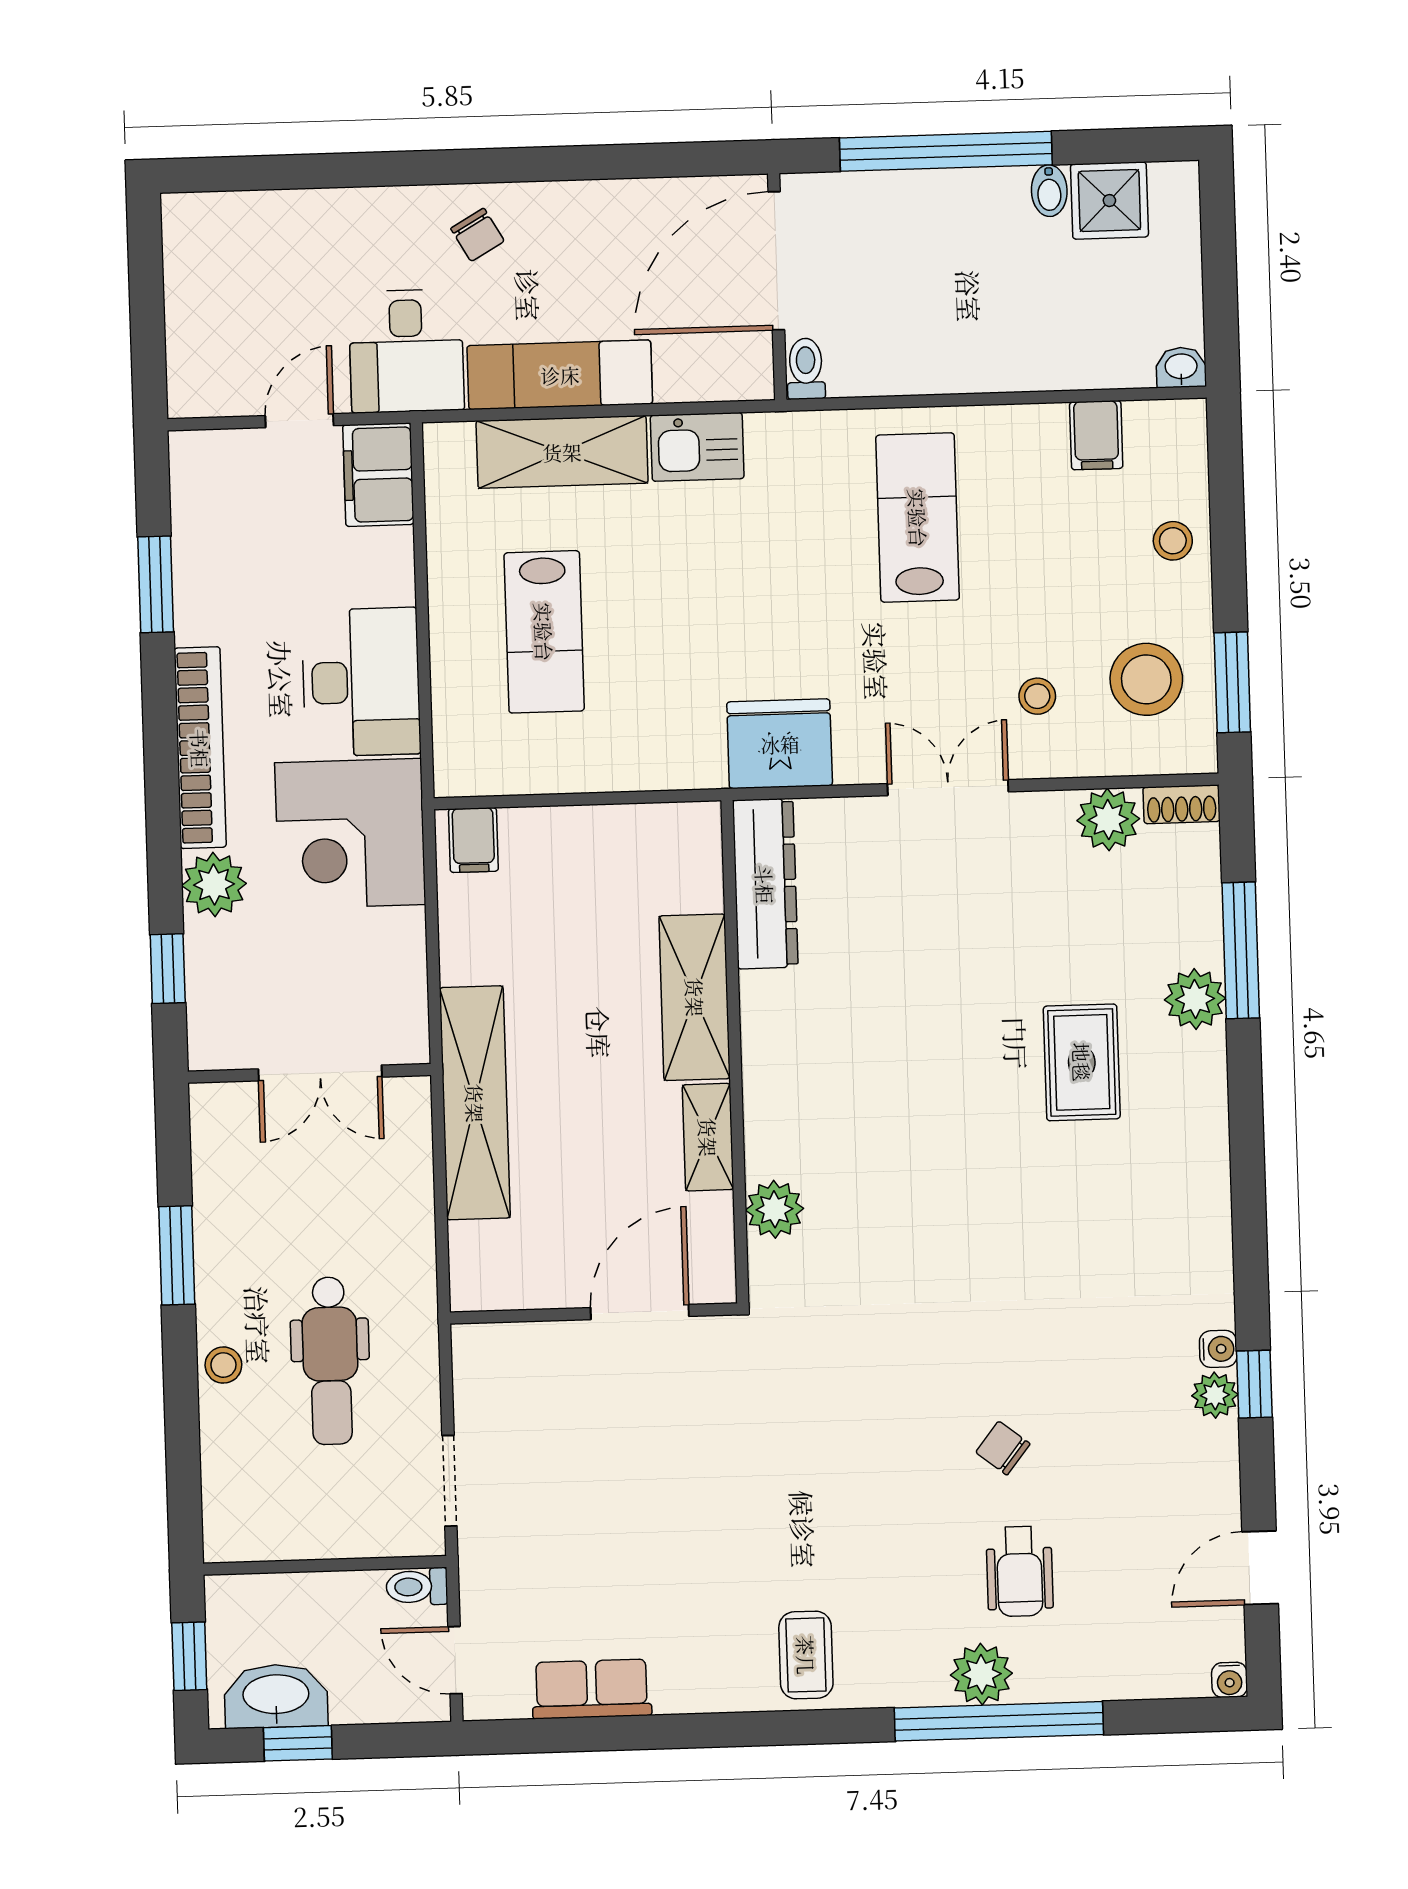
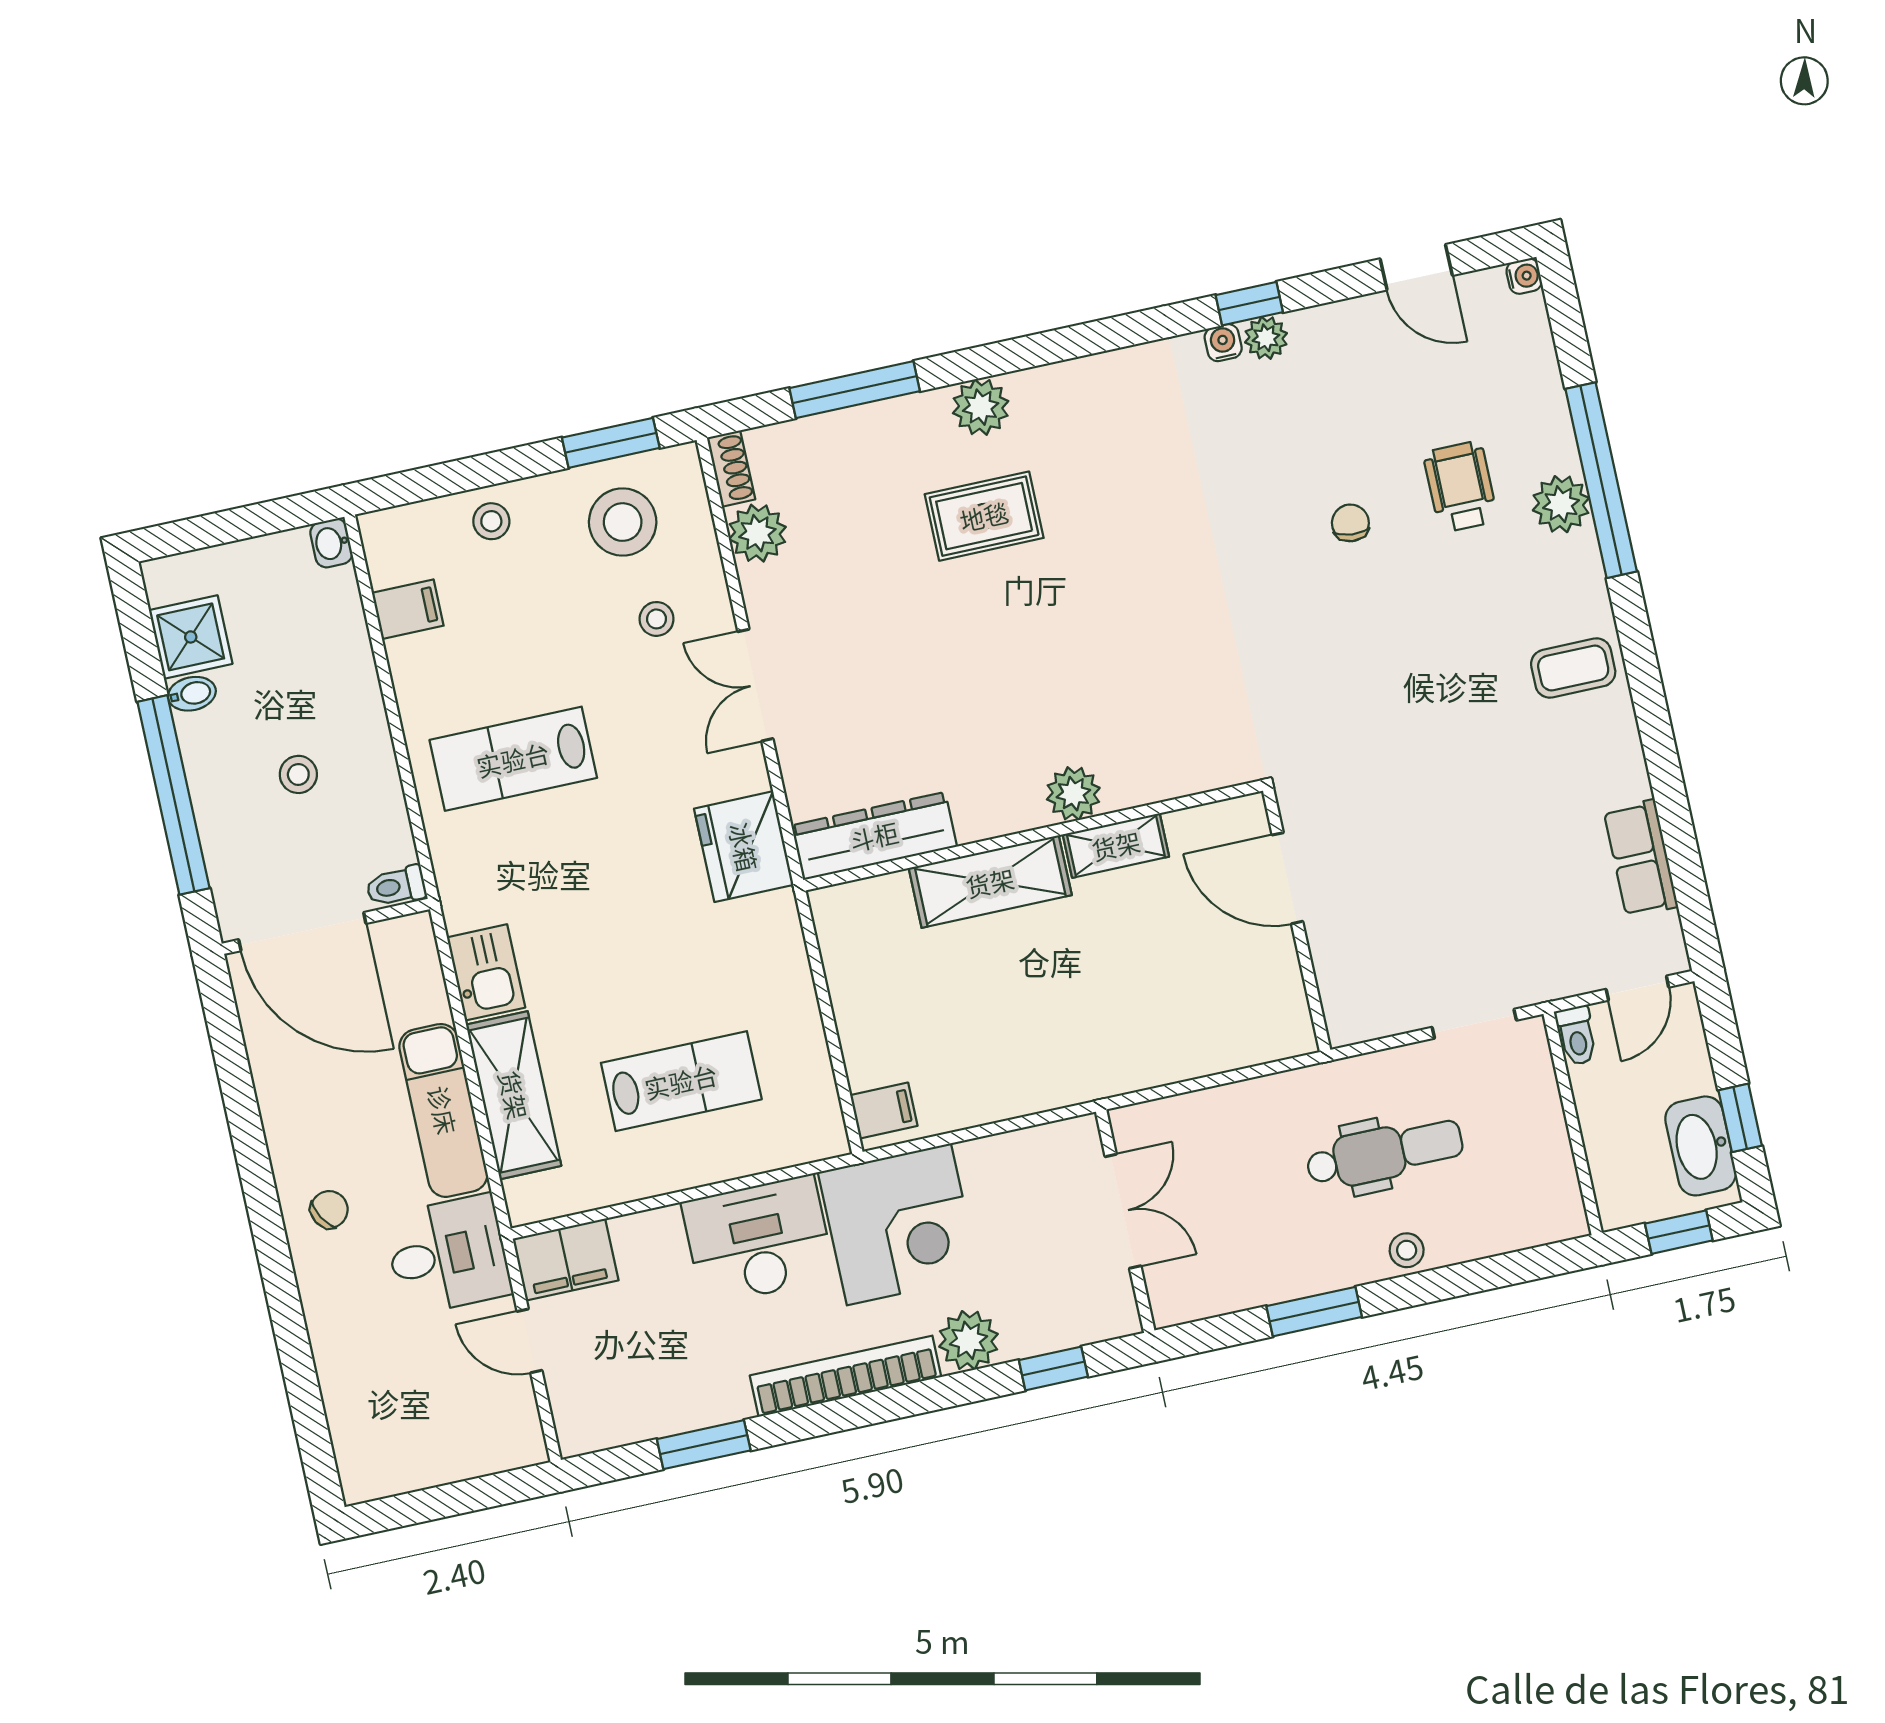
stool: (943, 287) -> (298, 774), added
plant: (1195, 999) -> (981, 407), moved
shelving: (475, 1103) -> (1124, 1065), removed
plant: (774, 1209) -> (1073, 794), moved
chair: (1003, 1448) -> (1350, 523), turned 147
wheelchair: (1020, 1571) -> (1460, 487), turned -90

